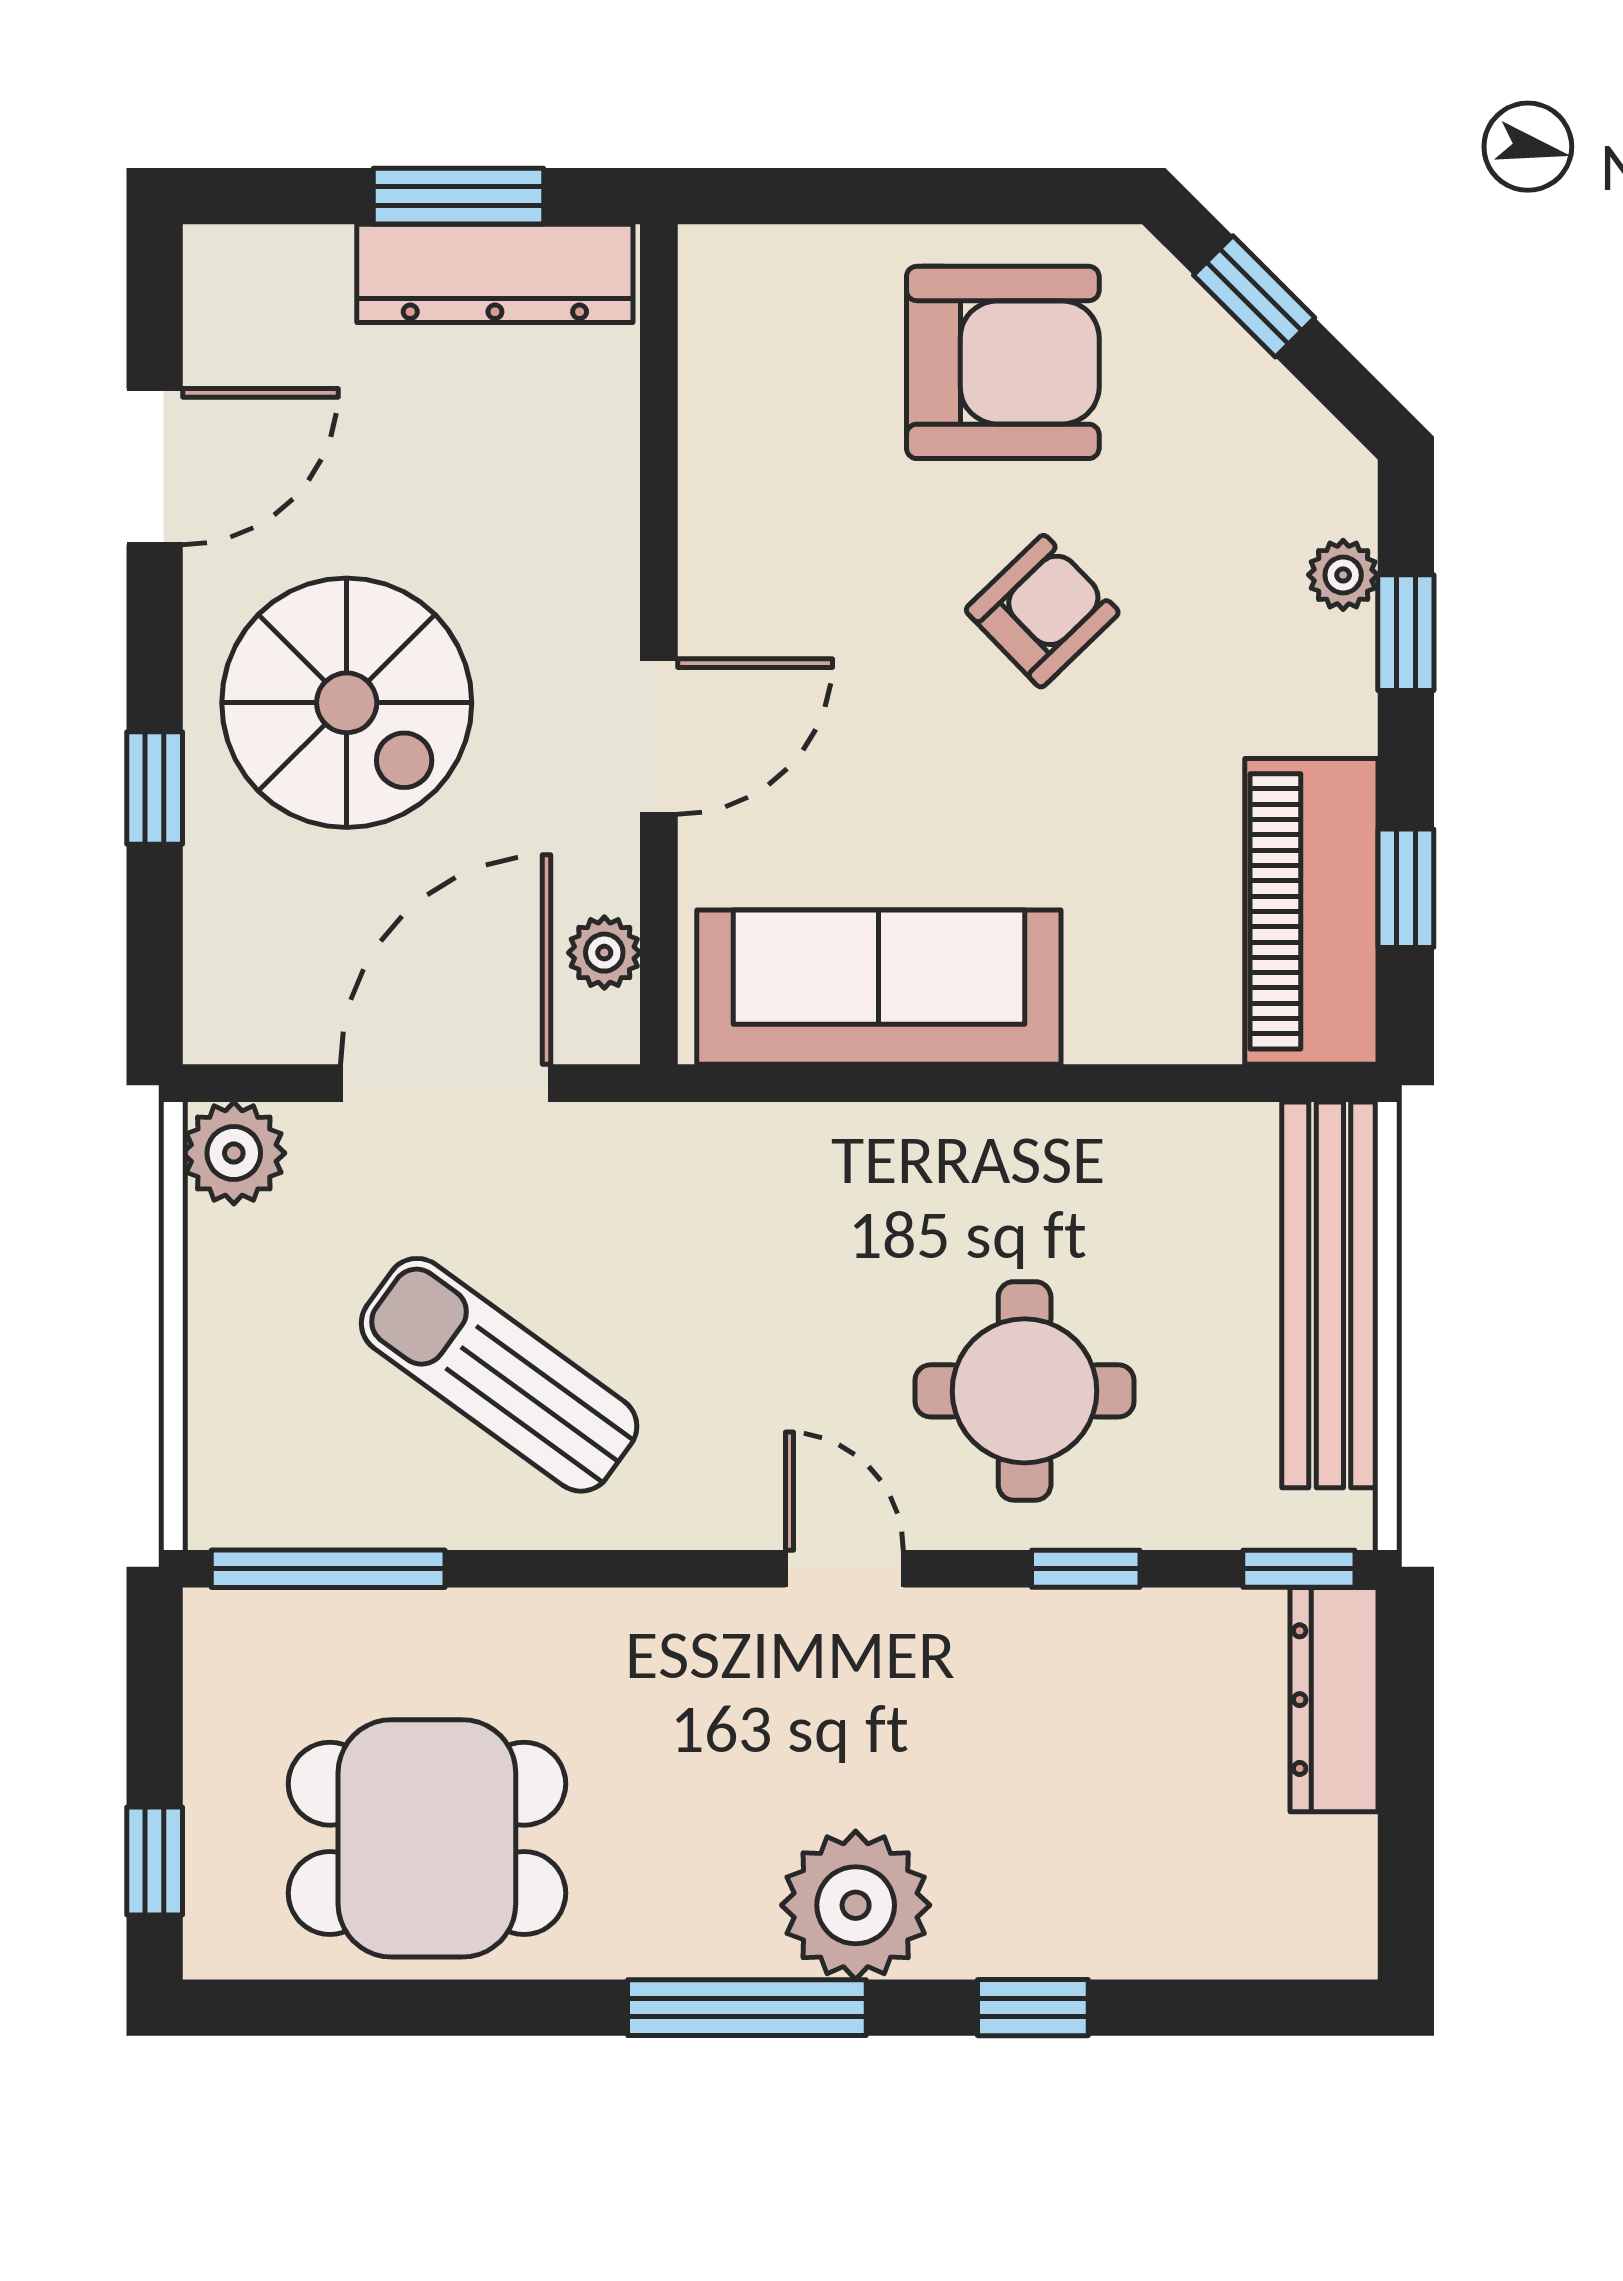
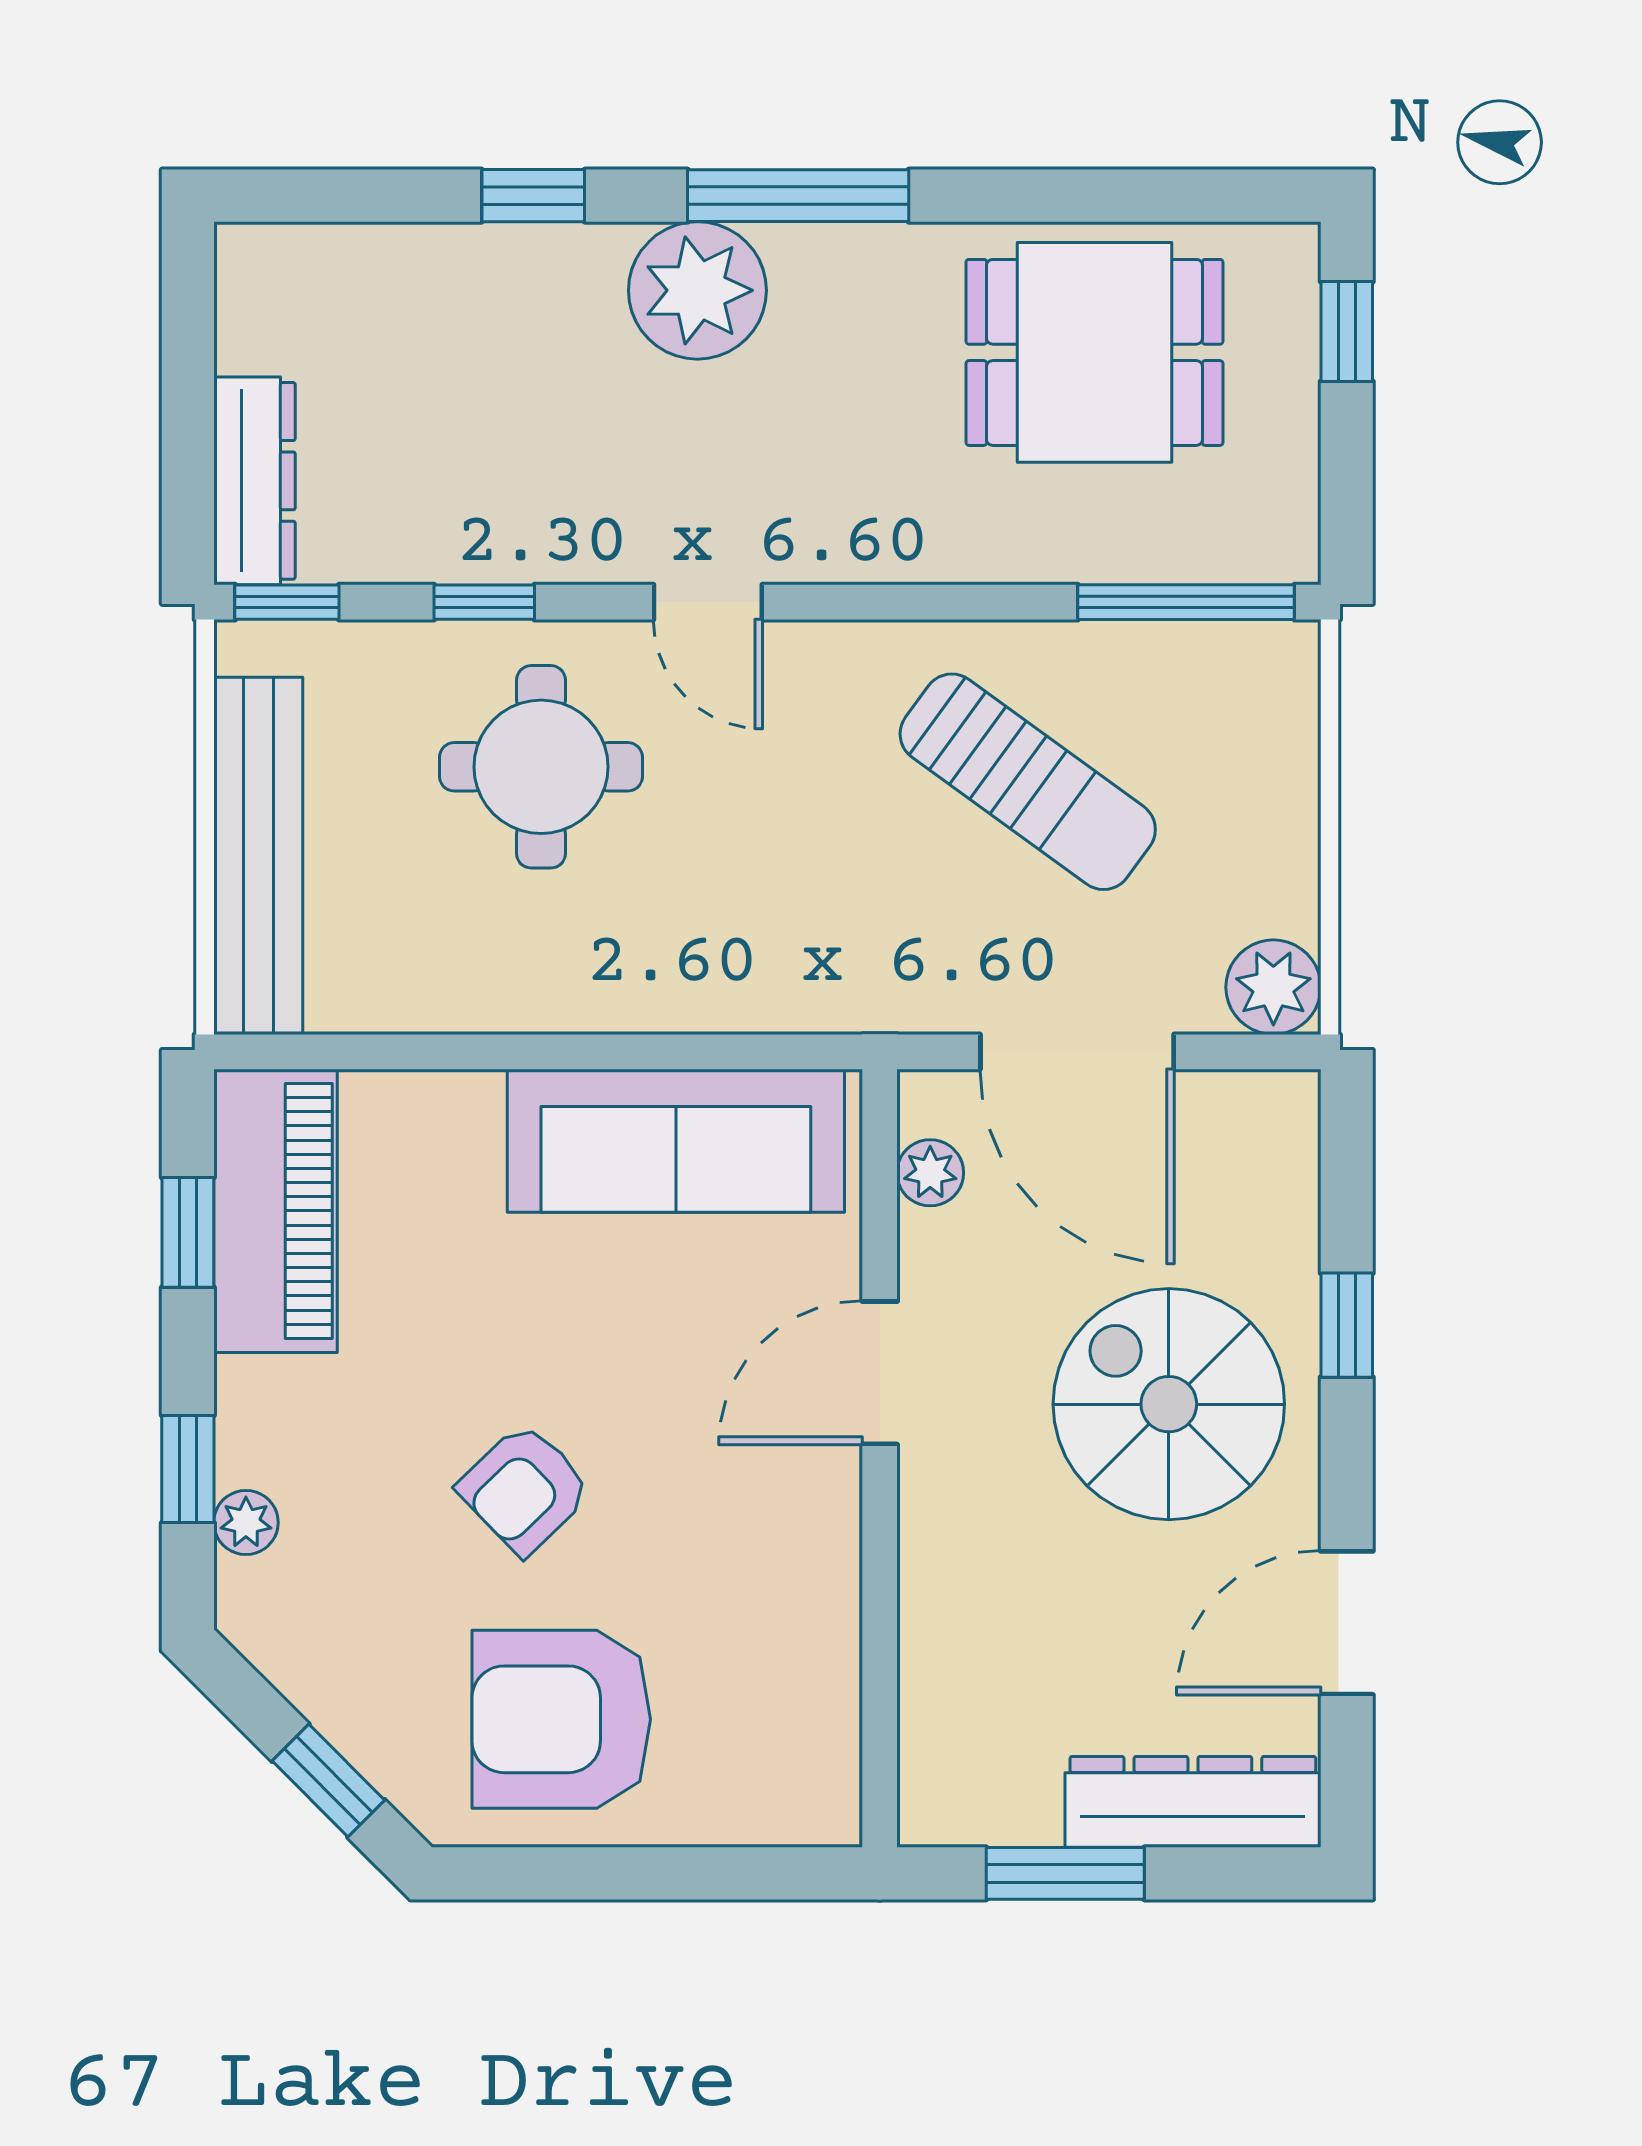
dresser: (495, 273) -> (1193, 1802), moved
door: (446, 1083) -> (1077, 1052), hinge flipped

